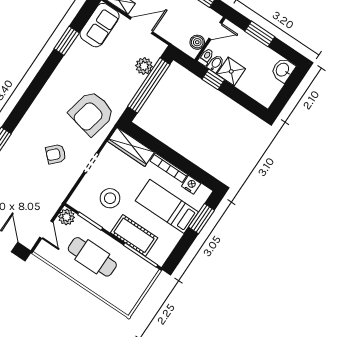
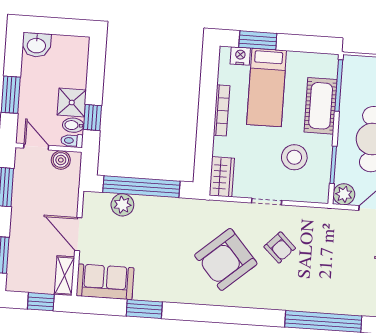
armchair: (92, 113) -> (226, 259), moved, turned 127
wardrobe: (131, 147) -> (222, 177), width x0.67
nightstand: (191, 185) -> (240, 56), moved, turned 90

